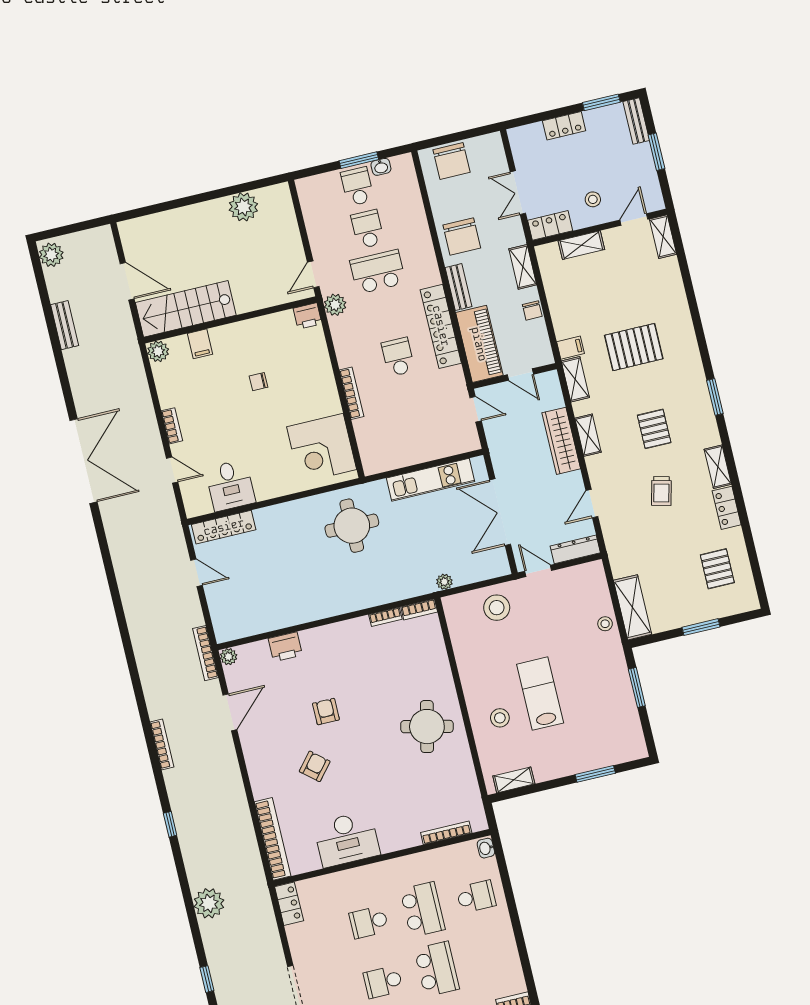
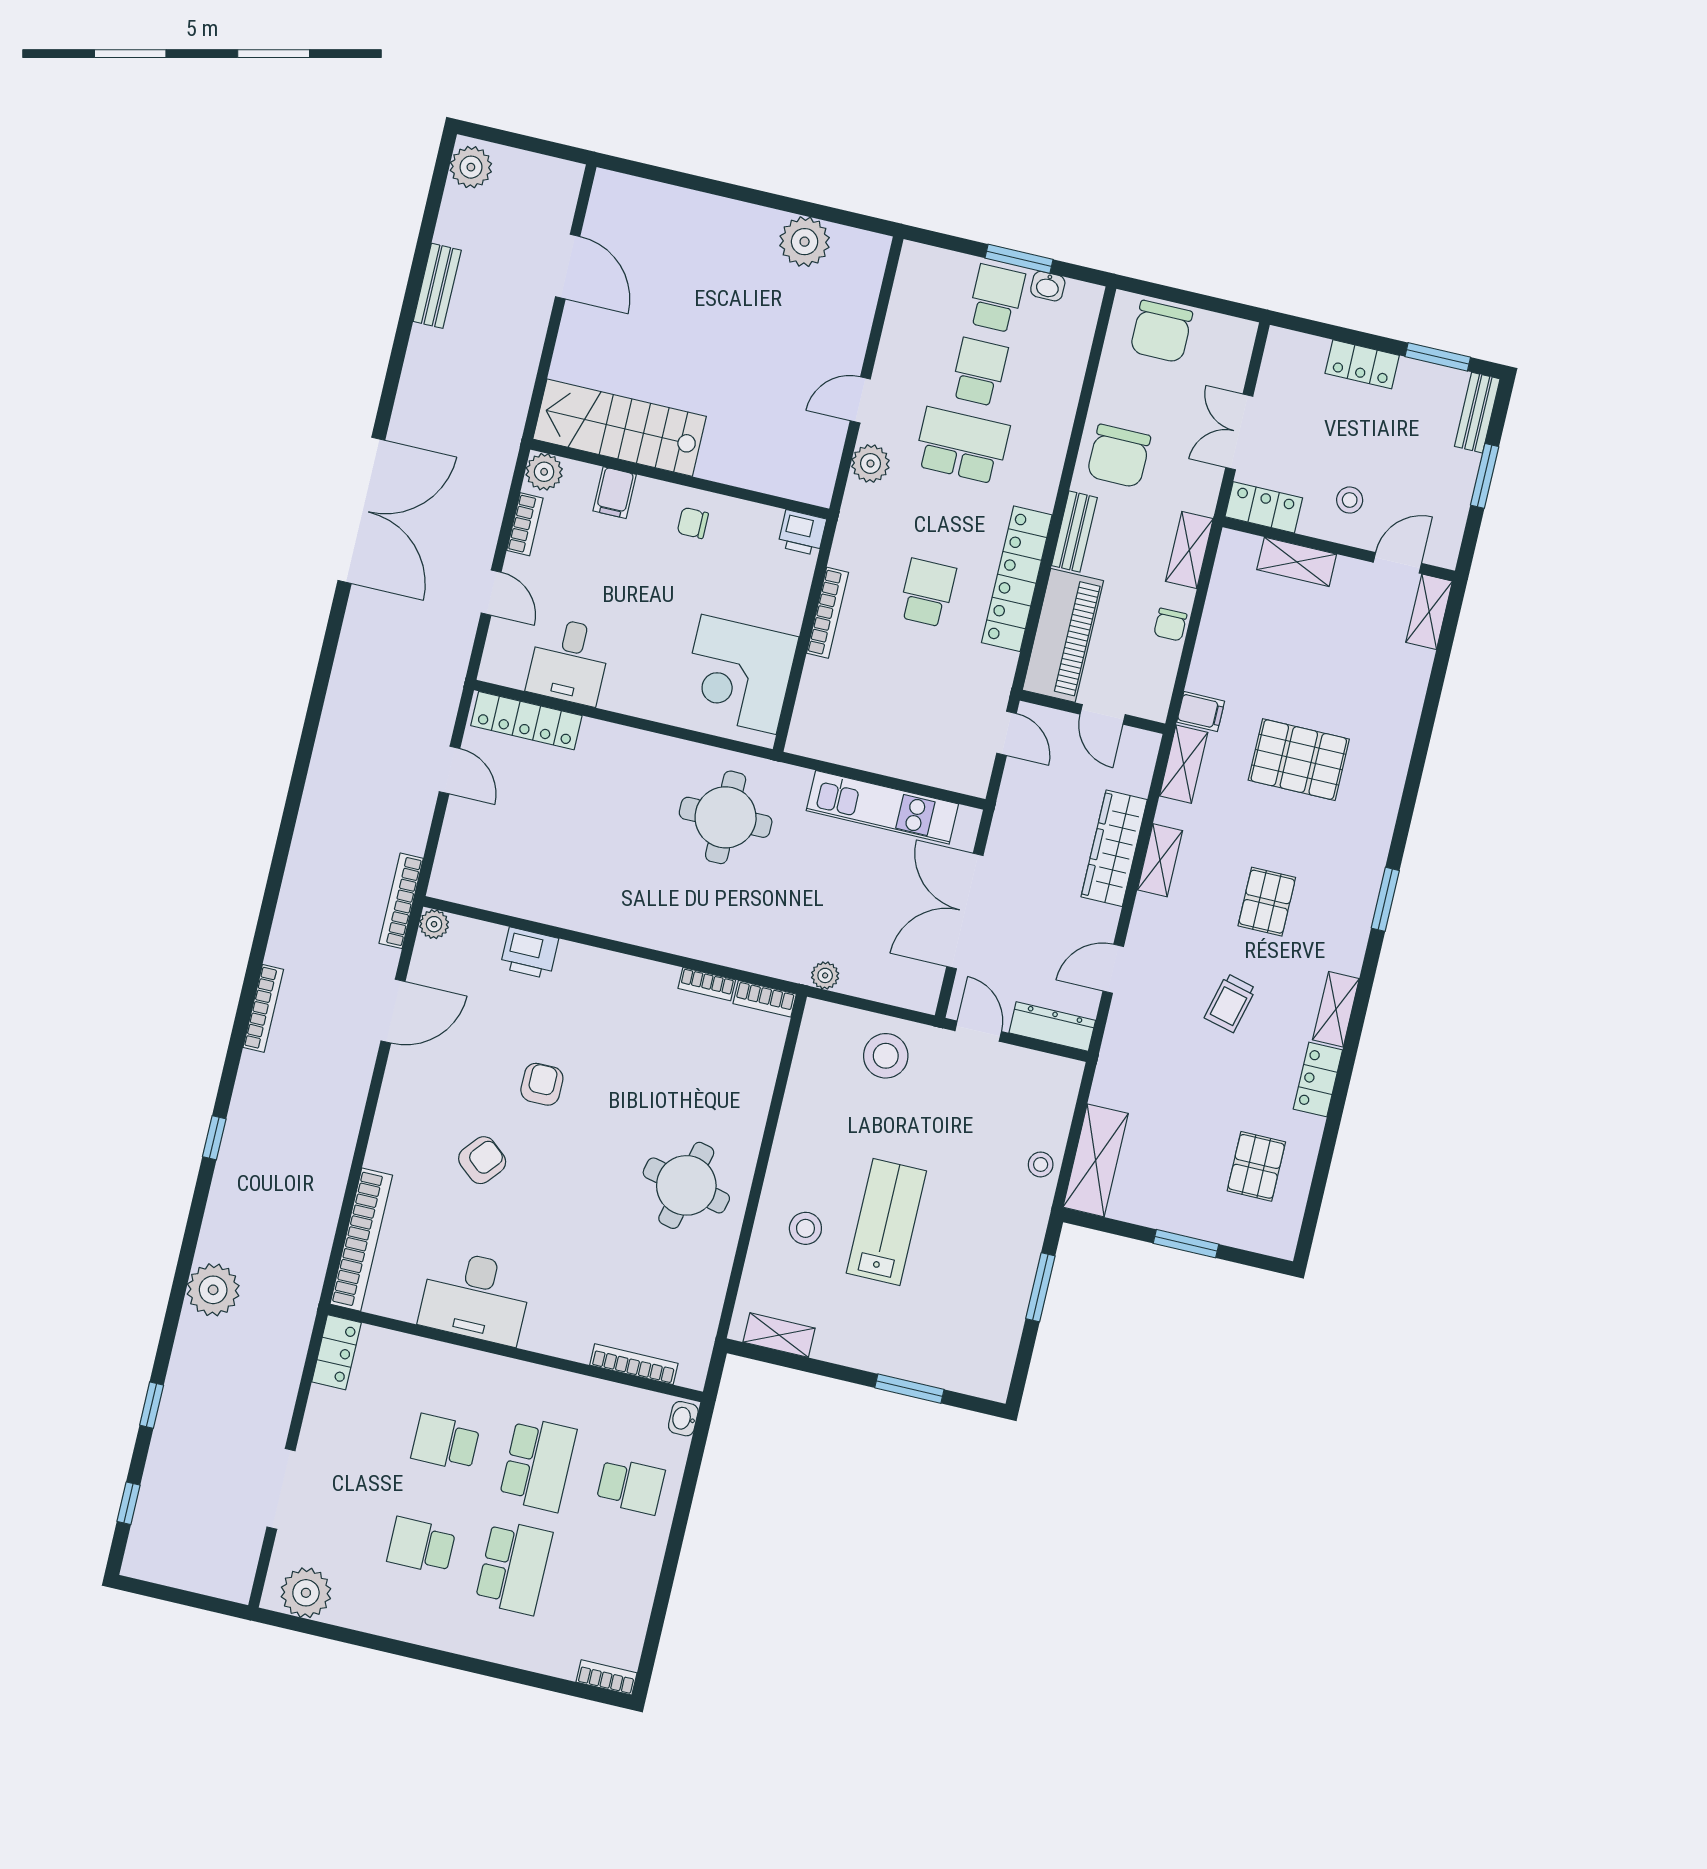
stairs: (186, 309) -> (620, 428), moved
printer: (308, 316) -> (802, 533), moved
wall: (230, 320) -> (680, 479), moved
filing cabinet: (200, 344) -> (615, 493), moved
plant: (158, 351) -> (544, 472), moved

